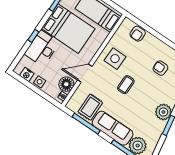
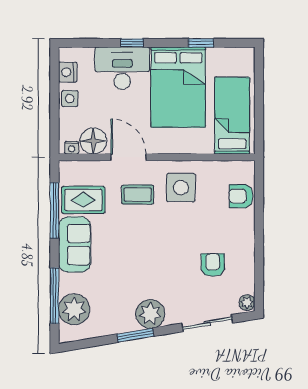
coffee table: (126, 85) -> (138, 195), moved
sofa: (113, 128) -> (75, 244), width x0.73

